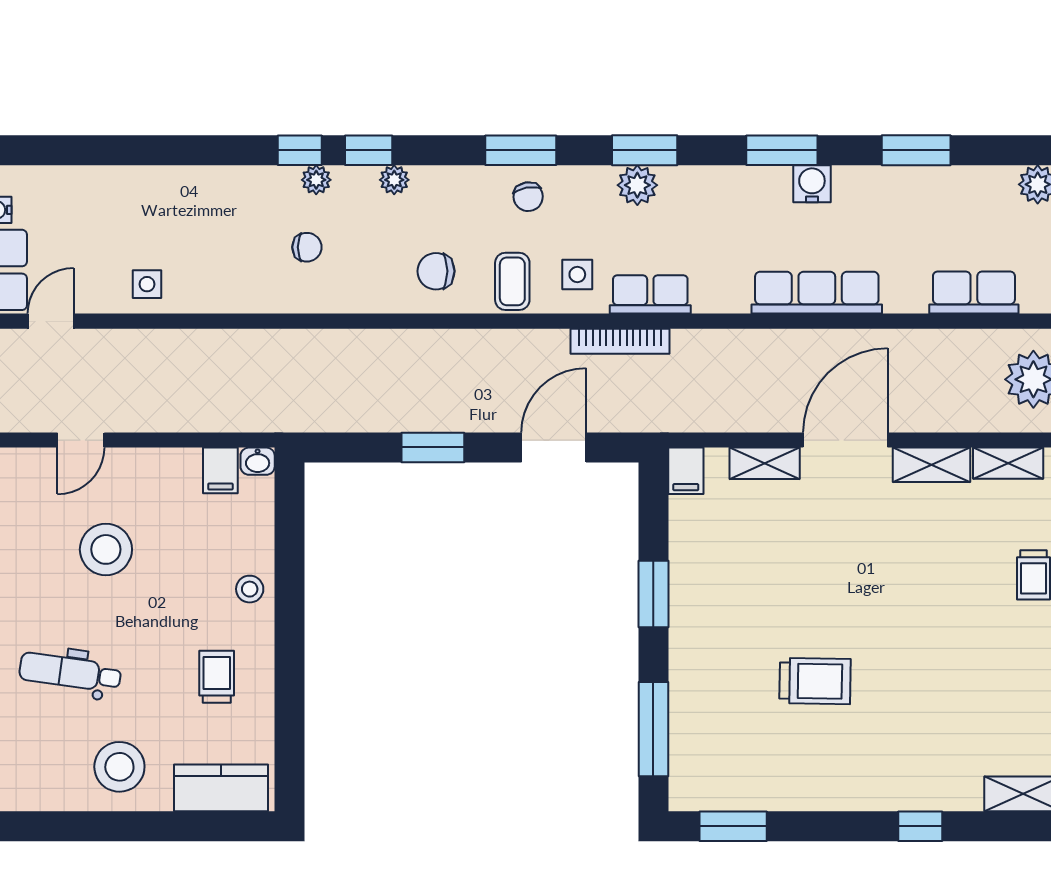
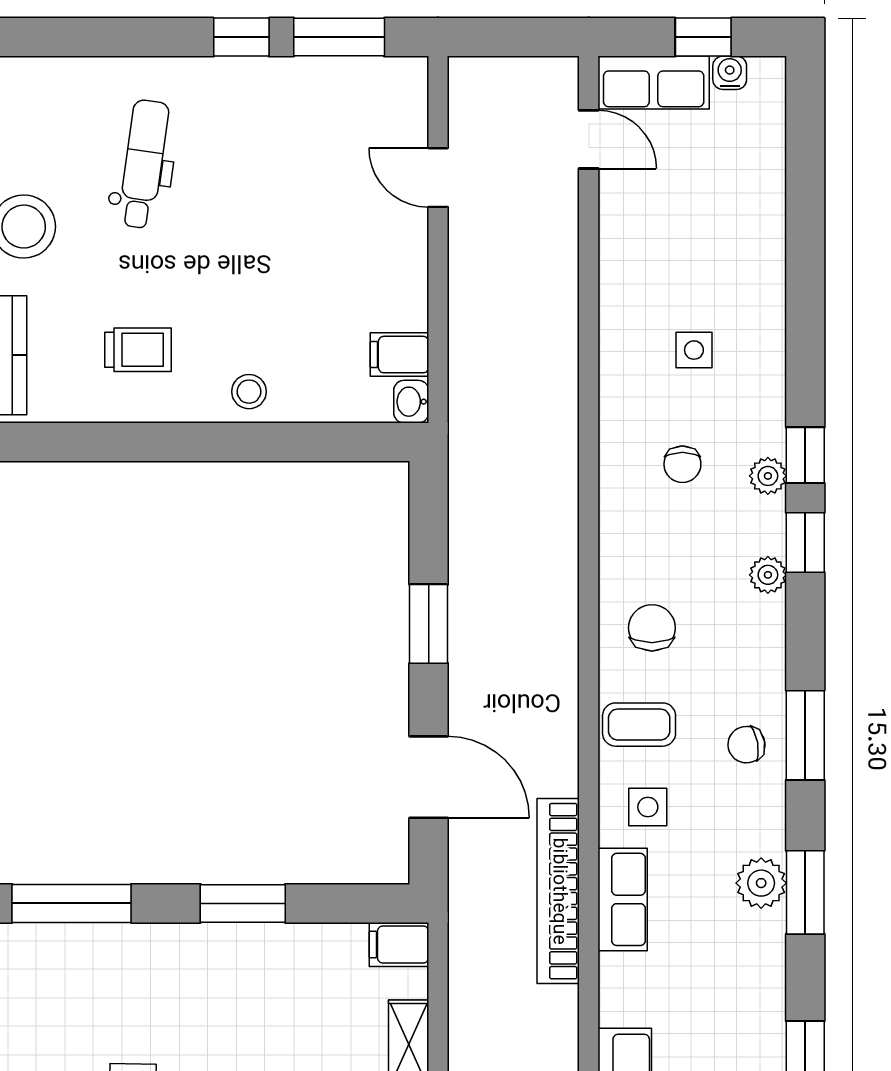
side table: (147, 284) -> (694, 350), moved
bookcase: (620, 341) -> (558, 891), width x1.48, depth x1.31
stool: (106, 549) -> (299, 209), removed

